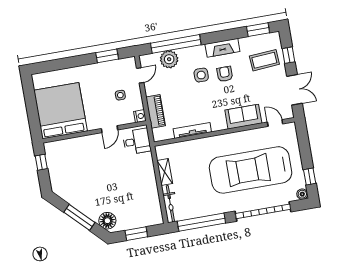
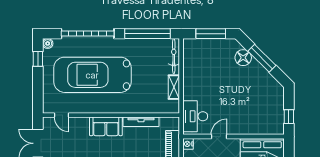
sofa: (243, 117) -> (106, 126), moved
desk: (137, 141) -> (195, 116), width x1.37
car: (251, 170) -> (92, 75), turned 180
floor lamp: (107, 221) -> (243, 58), moved
window: (136, 234) -> (211, 34), width x1.44

